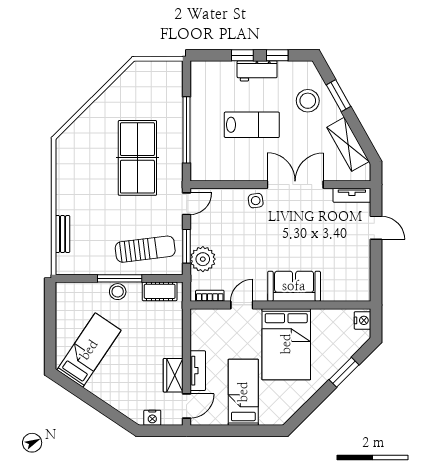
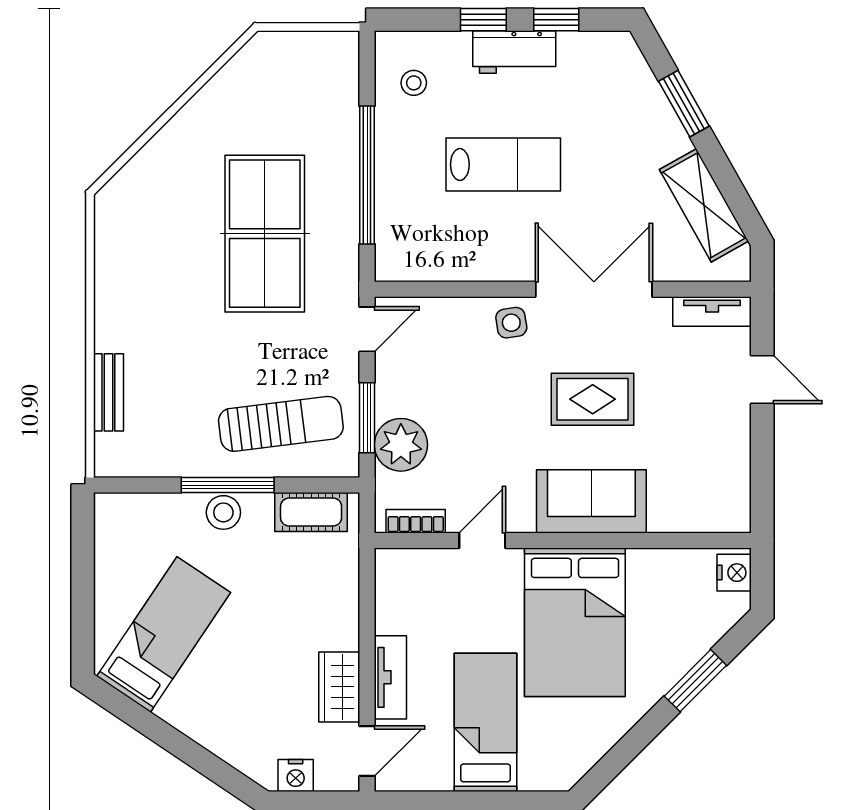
stool: (308, 101) -> (414, 83), moved, width x0.53, depth x0.53
rug: (295, 237) -> (593, 399), added

